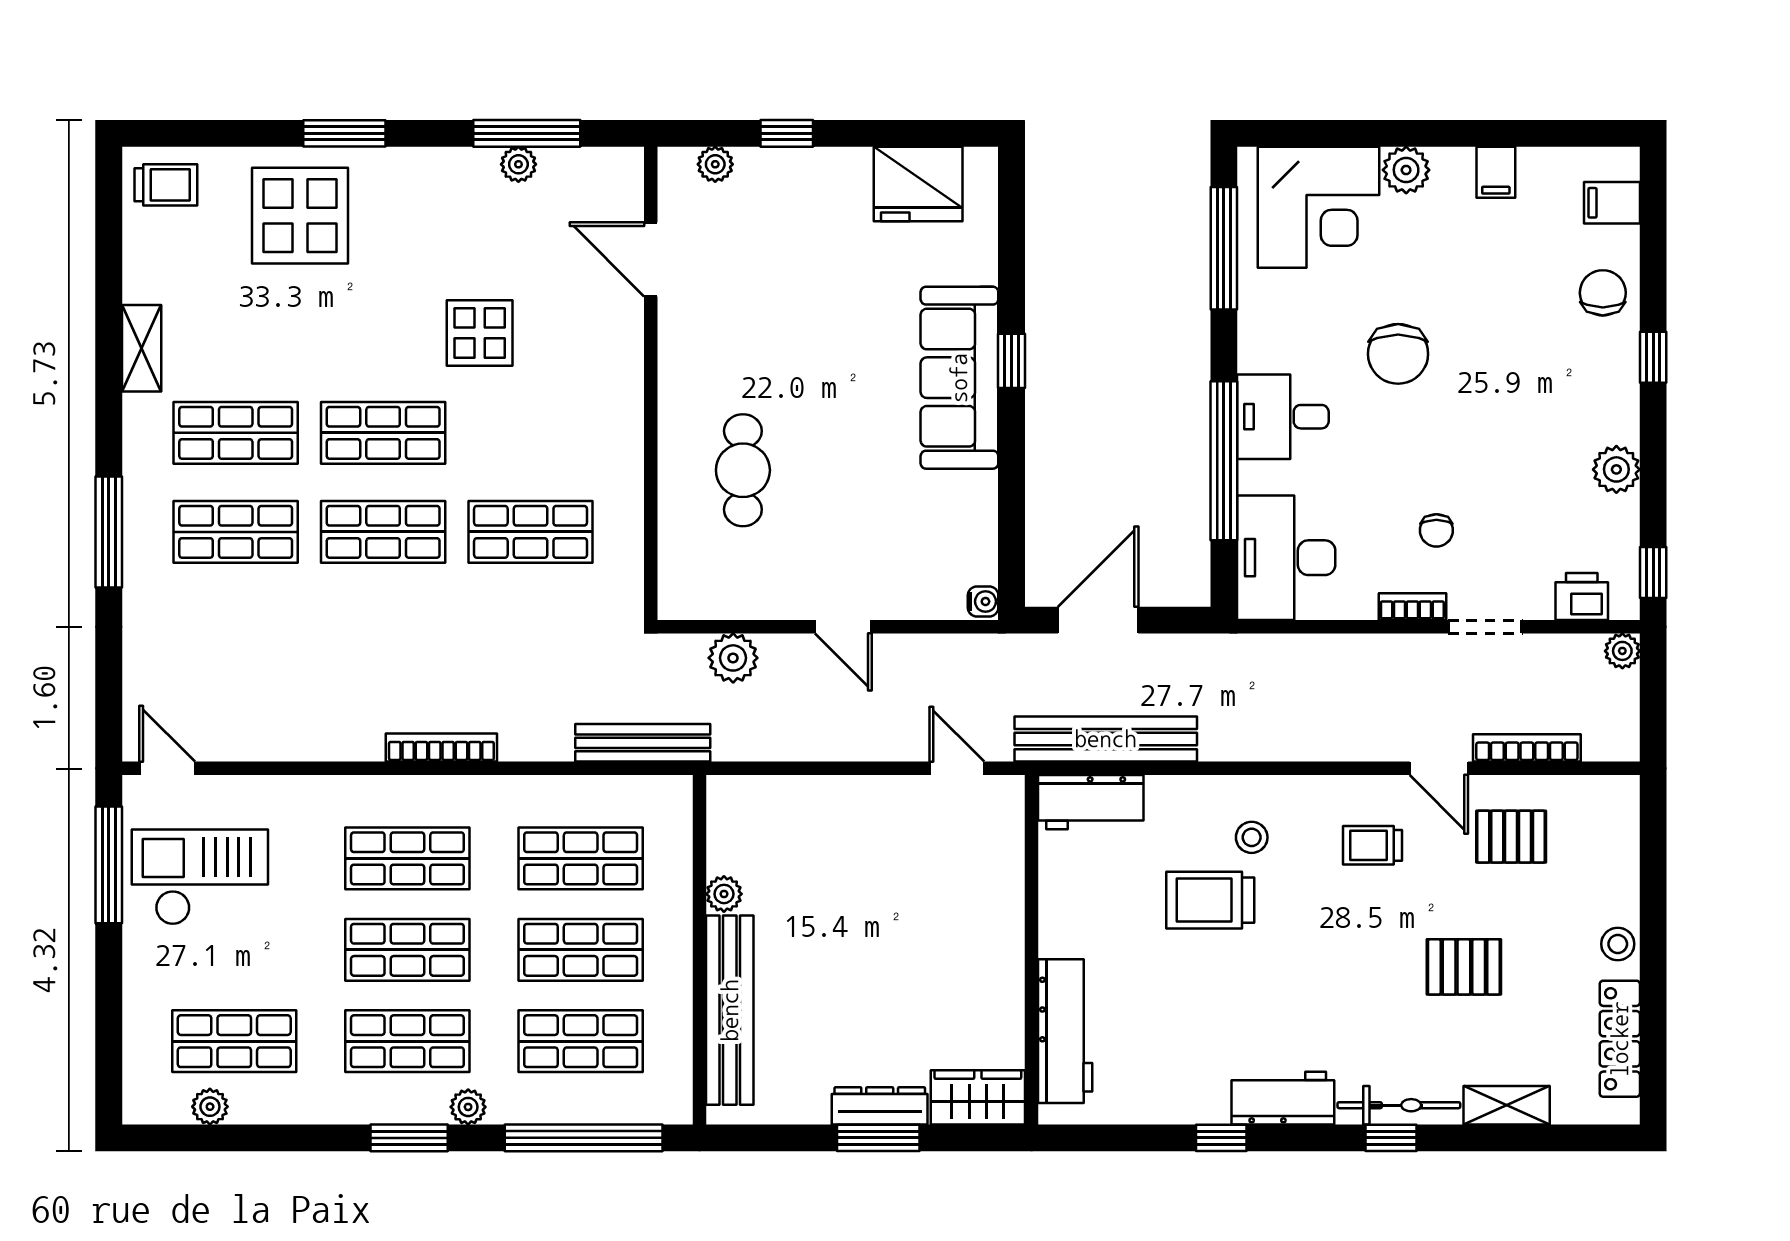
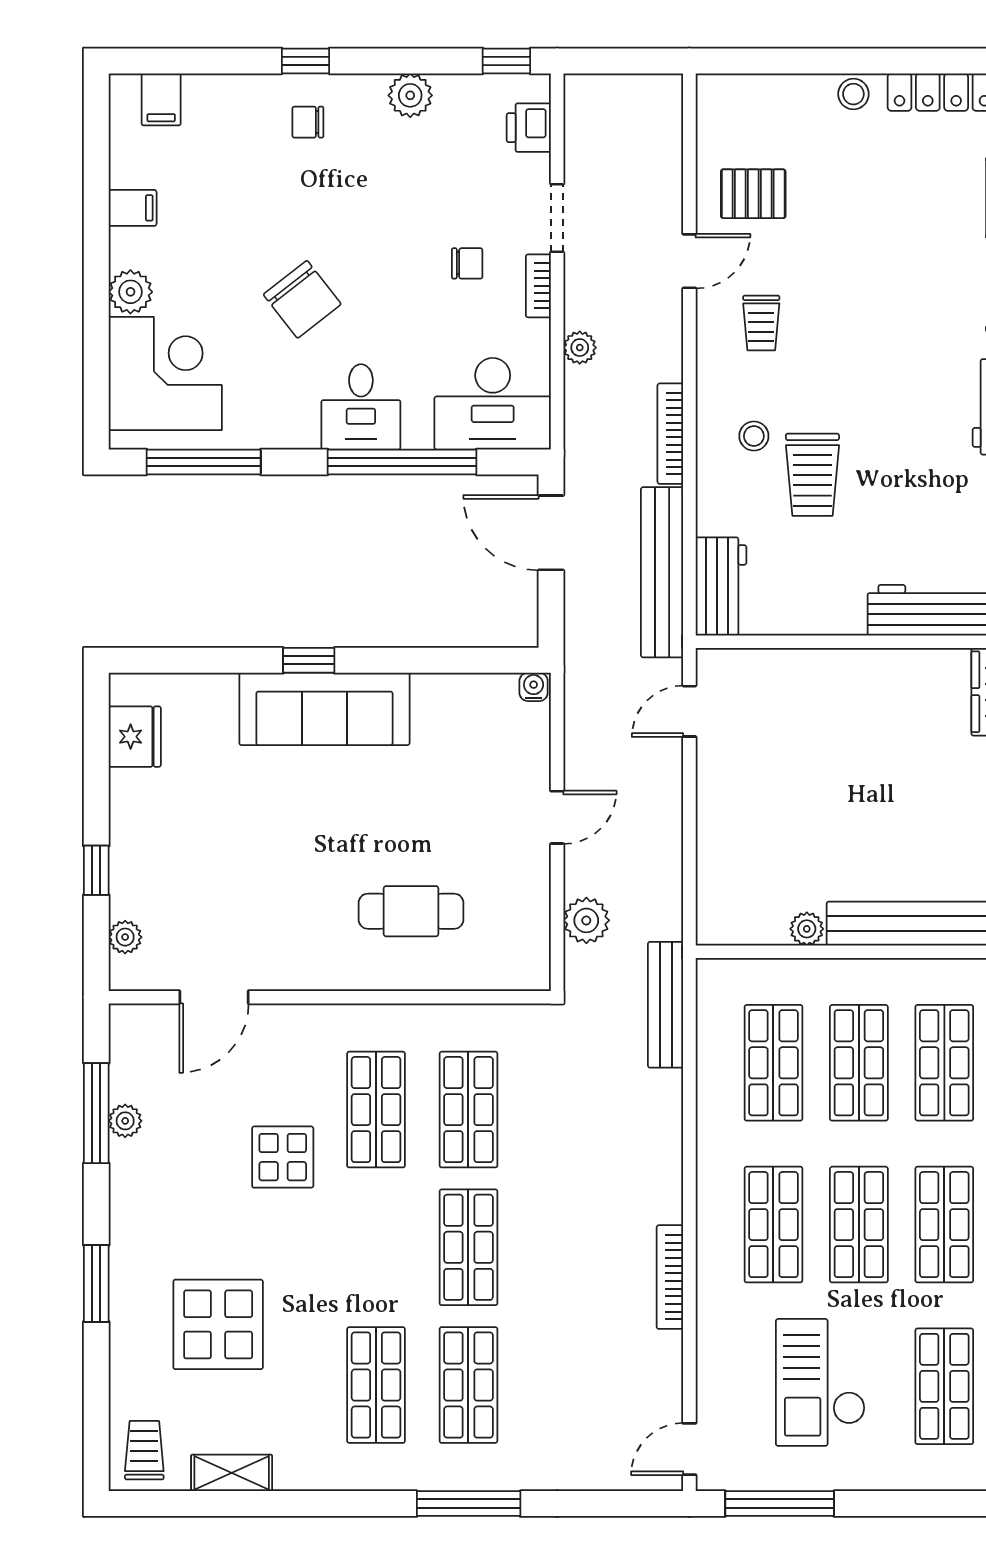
fridge: (918, 184) -> (135, 737), width x0.73, depth x0.75
display table: (300, 216) -> (218, 1324), moved
chair: (1603, 293) -> (308, 122), moved, width x0.73, depth x0.73
shelving: (142, 348) -> (232, 1473), moved
chair: (1398, 354) -> (302, 299), turned 52
shop shelf: (383, 433) -> (376, 1110), moved
door: (1098, 620) -> (551, 533), moved
plant: (1622, 651) -> (580, 348), moved
bookcase: (441, 748) -> (670, 1277), moved
bookcase: (1527, 748) -> (670, 434), moved
pallet: (1511, 837) -> (753, 194), turned 90
checkout: (200, 877) -> (820, 1382), moved
pallet: (1464, 967) -> (875, 238), removed

